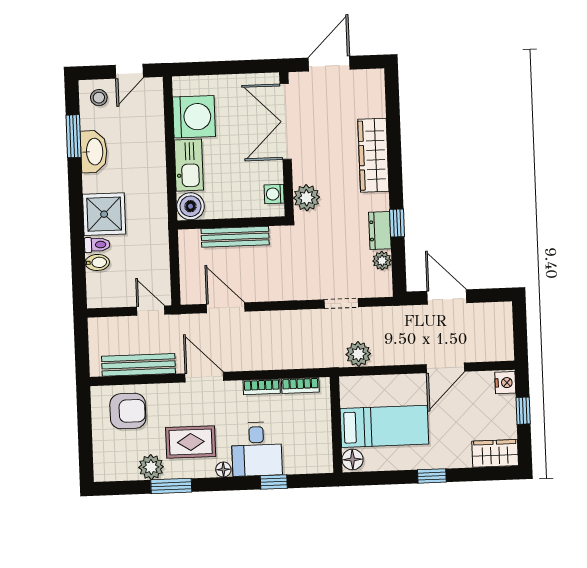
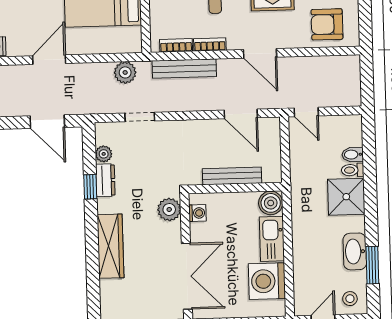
bench: (139, 365) -> (184, 69), moved

